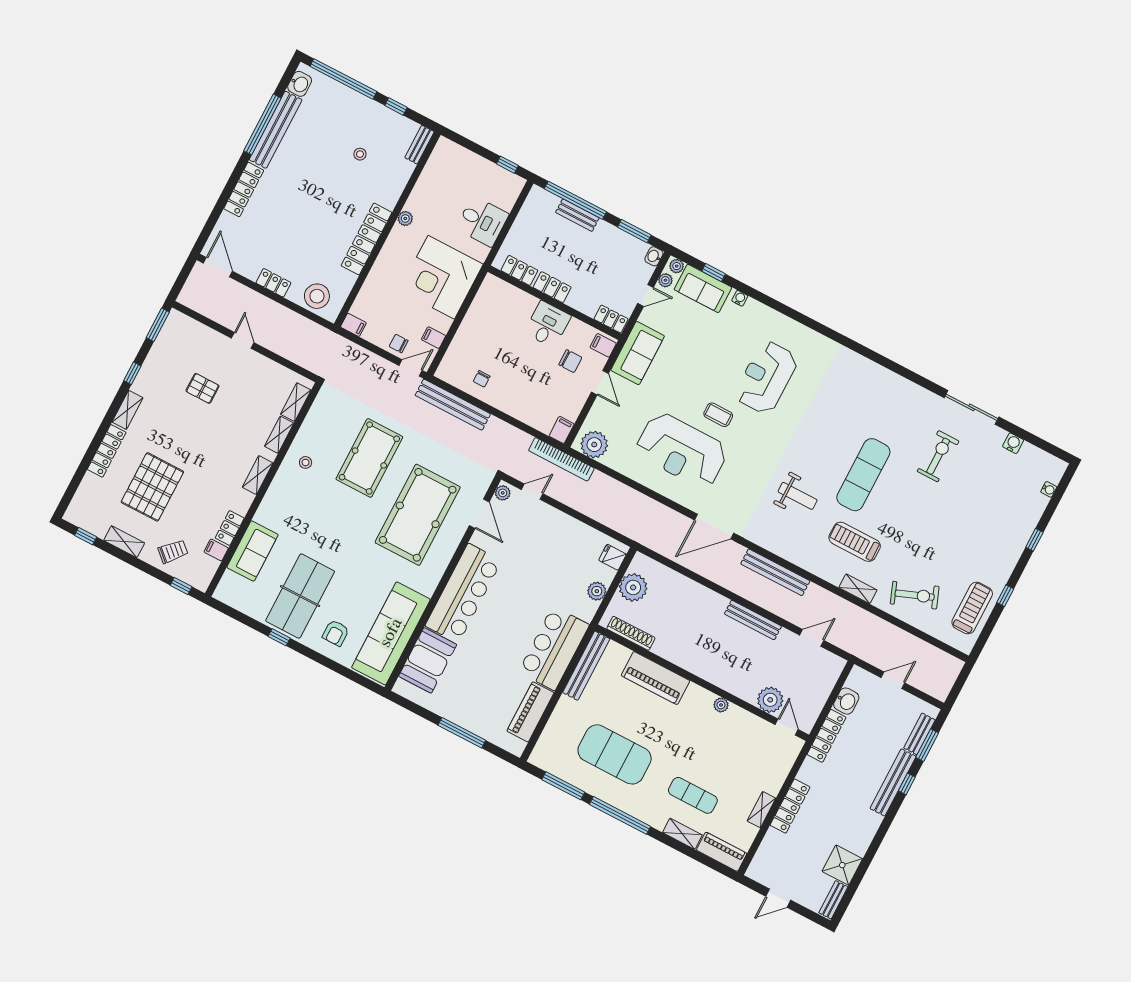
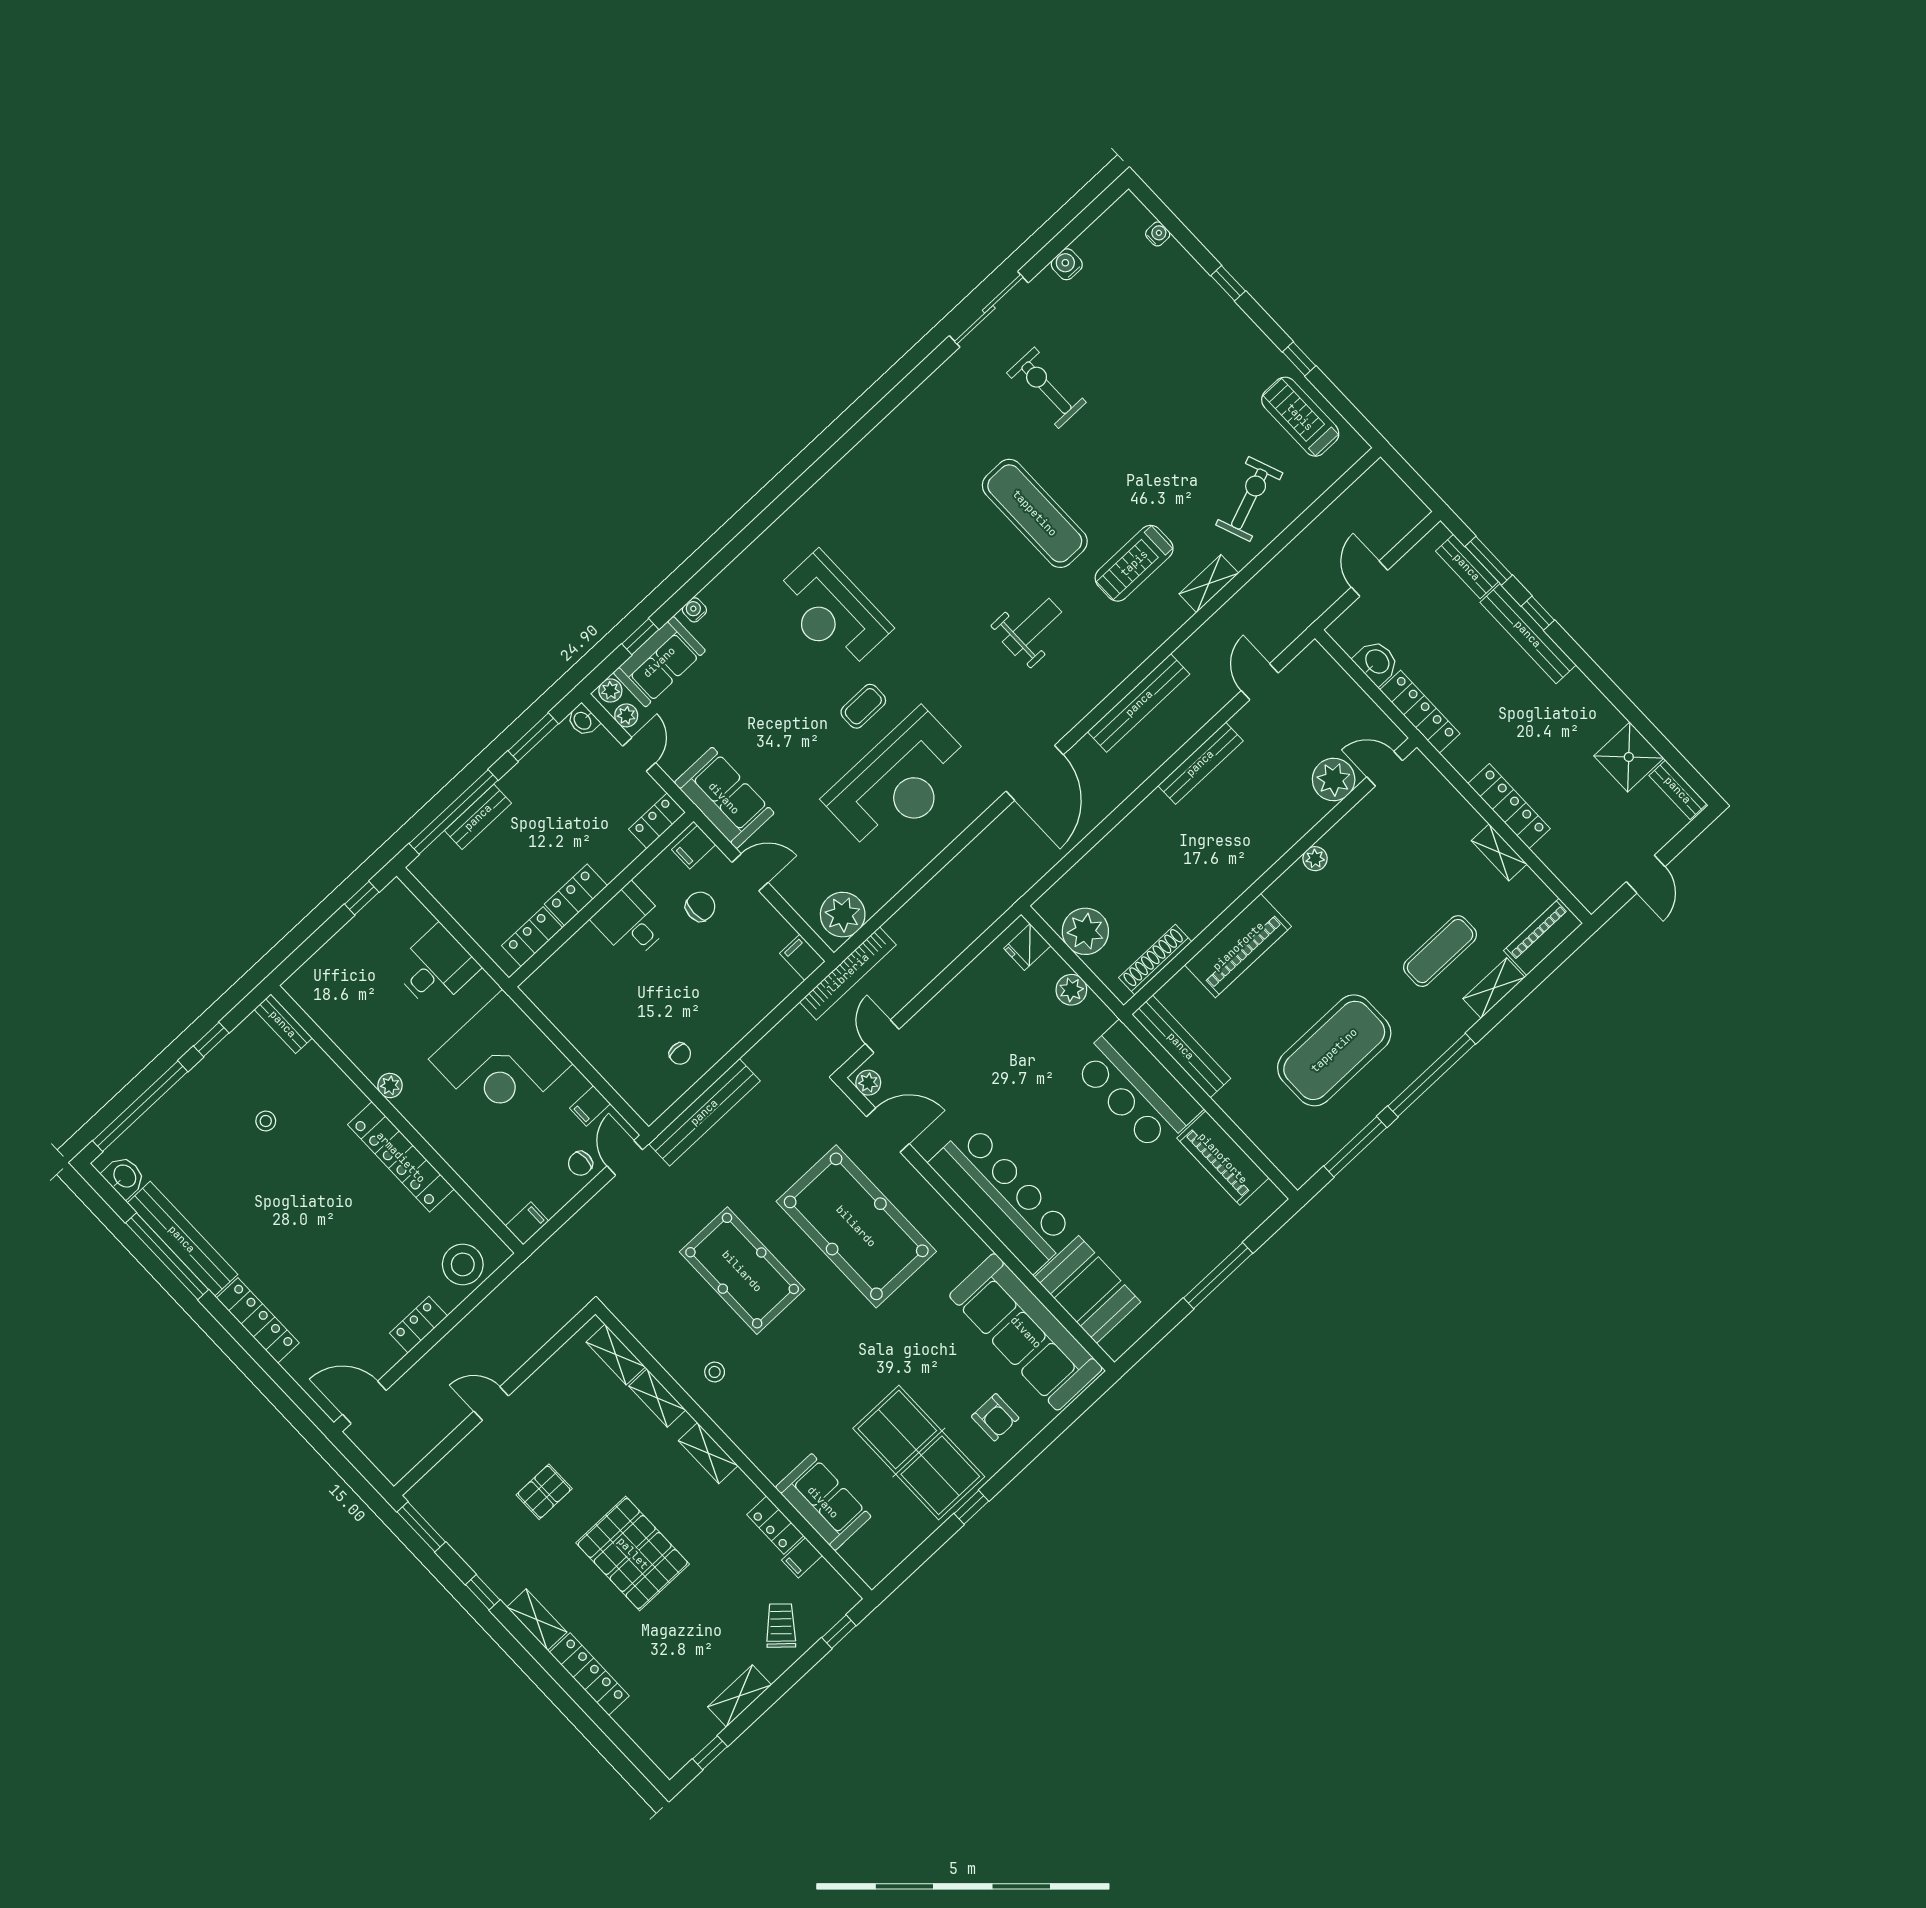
pallet: (152, 487) -> (633, 1553), moved

